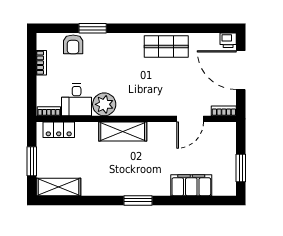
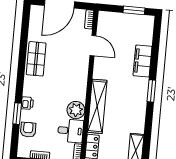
printer: (228, 40) -> (27, 103), moved
armchair: (73, 44) -> (28, 130), turned -90
shelving: (123, 132) -> (97, 106), width x1.47
filing cabinet: (191, 185) -> (143, 61), moved

